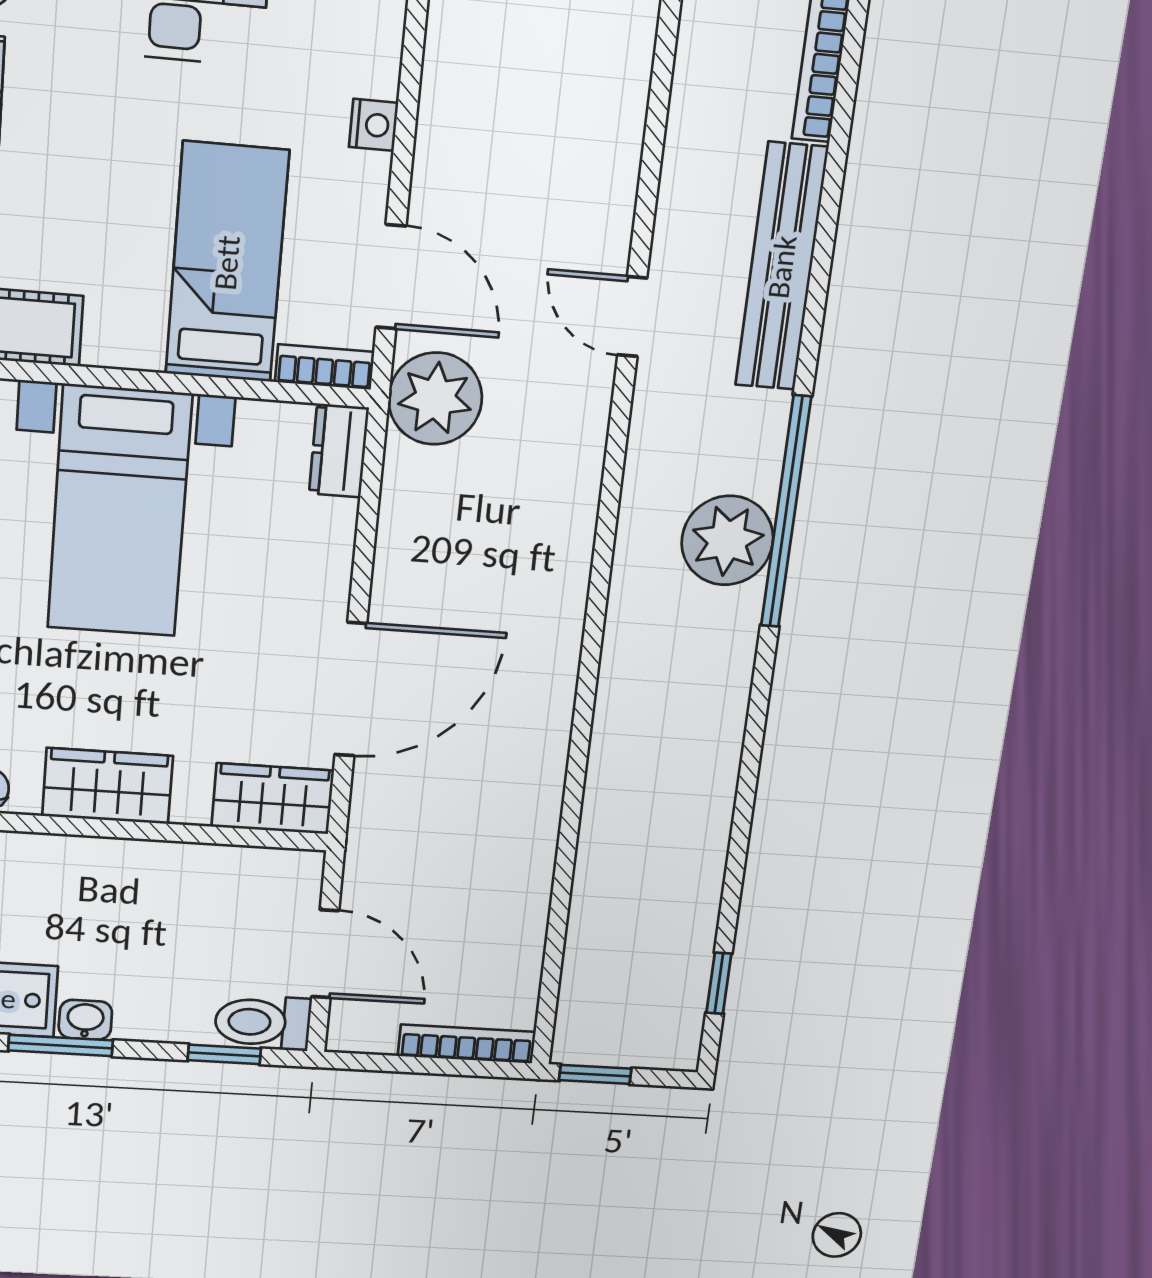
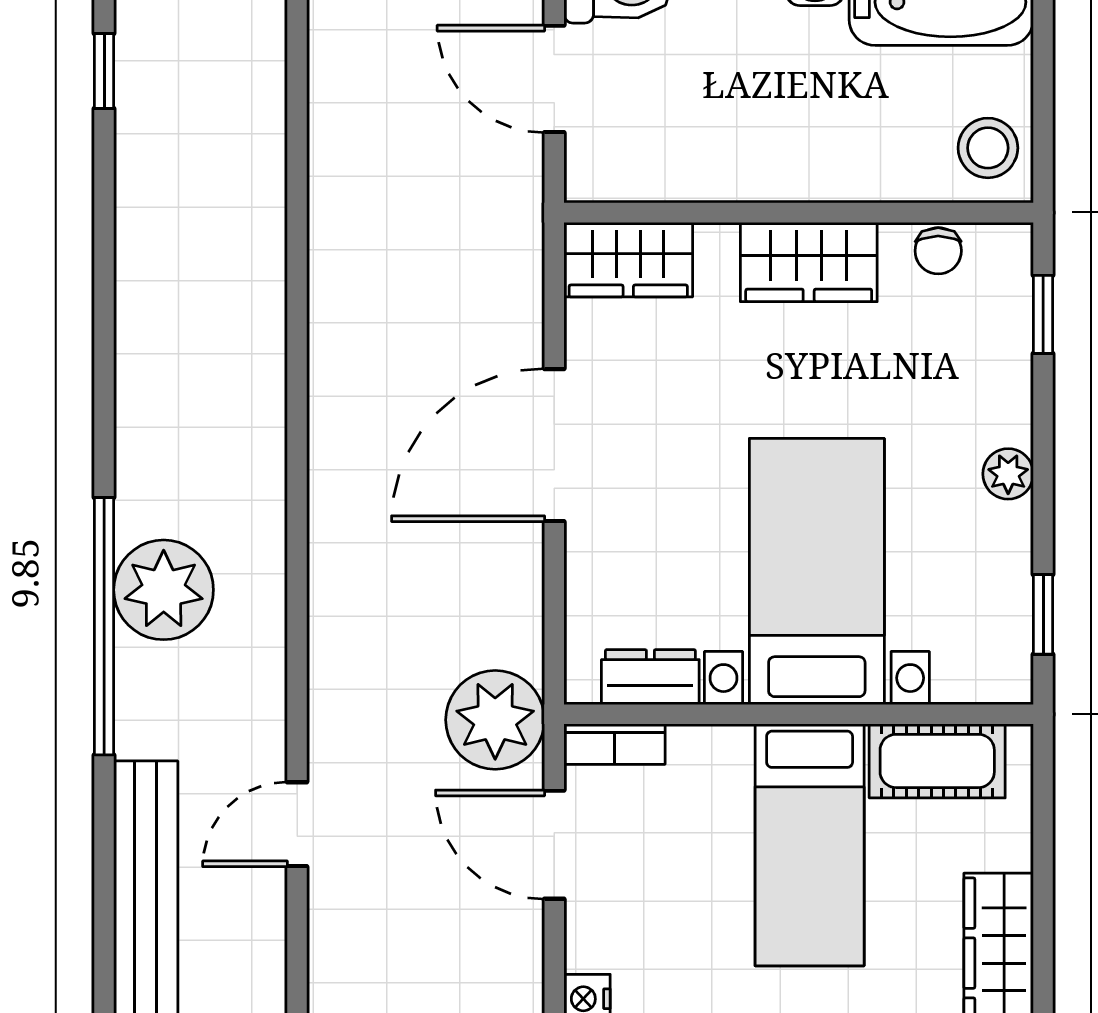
bed: (227, 263) -> (810, 845), moved
door: (632, 316) -> (297, 824), swing flipped
dresser: (339, 451) -> (650, 677), moved, turned -90
door: (351, 689) -> (554, 445), moved

